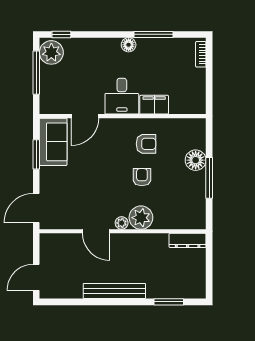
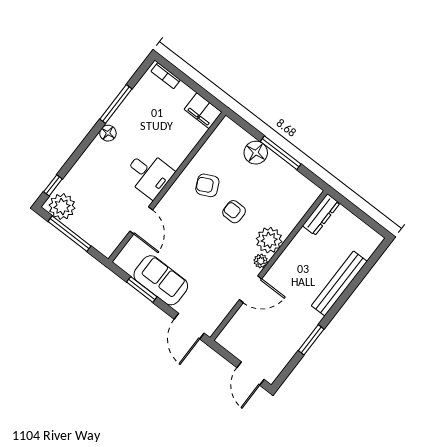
filing cabinet: (154, 105) -> (203, 111), moved, turned -90
sofa: (53, 142) -> (161, 280), moved
armchair: (146, 144) -> (207, 185), turned -116
bench: (114, 291) -> (339, 283), moved
window: (169, 302) -> (311, 340), moved

